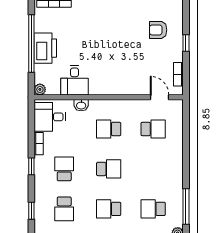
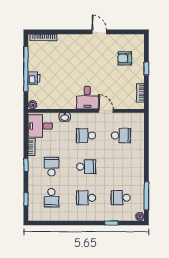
printer: (45, 48) -> (34, 78), width x0.53, depth x0.68
desk: (75, 80) -> (87, 98), moved
door: (160, 97) -> (106, 111), moved

